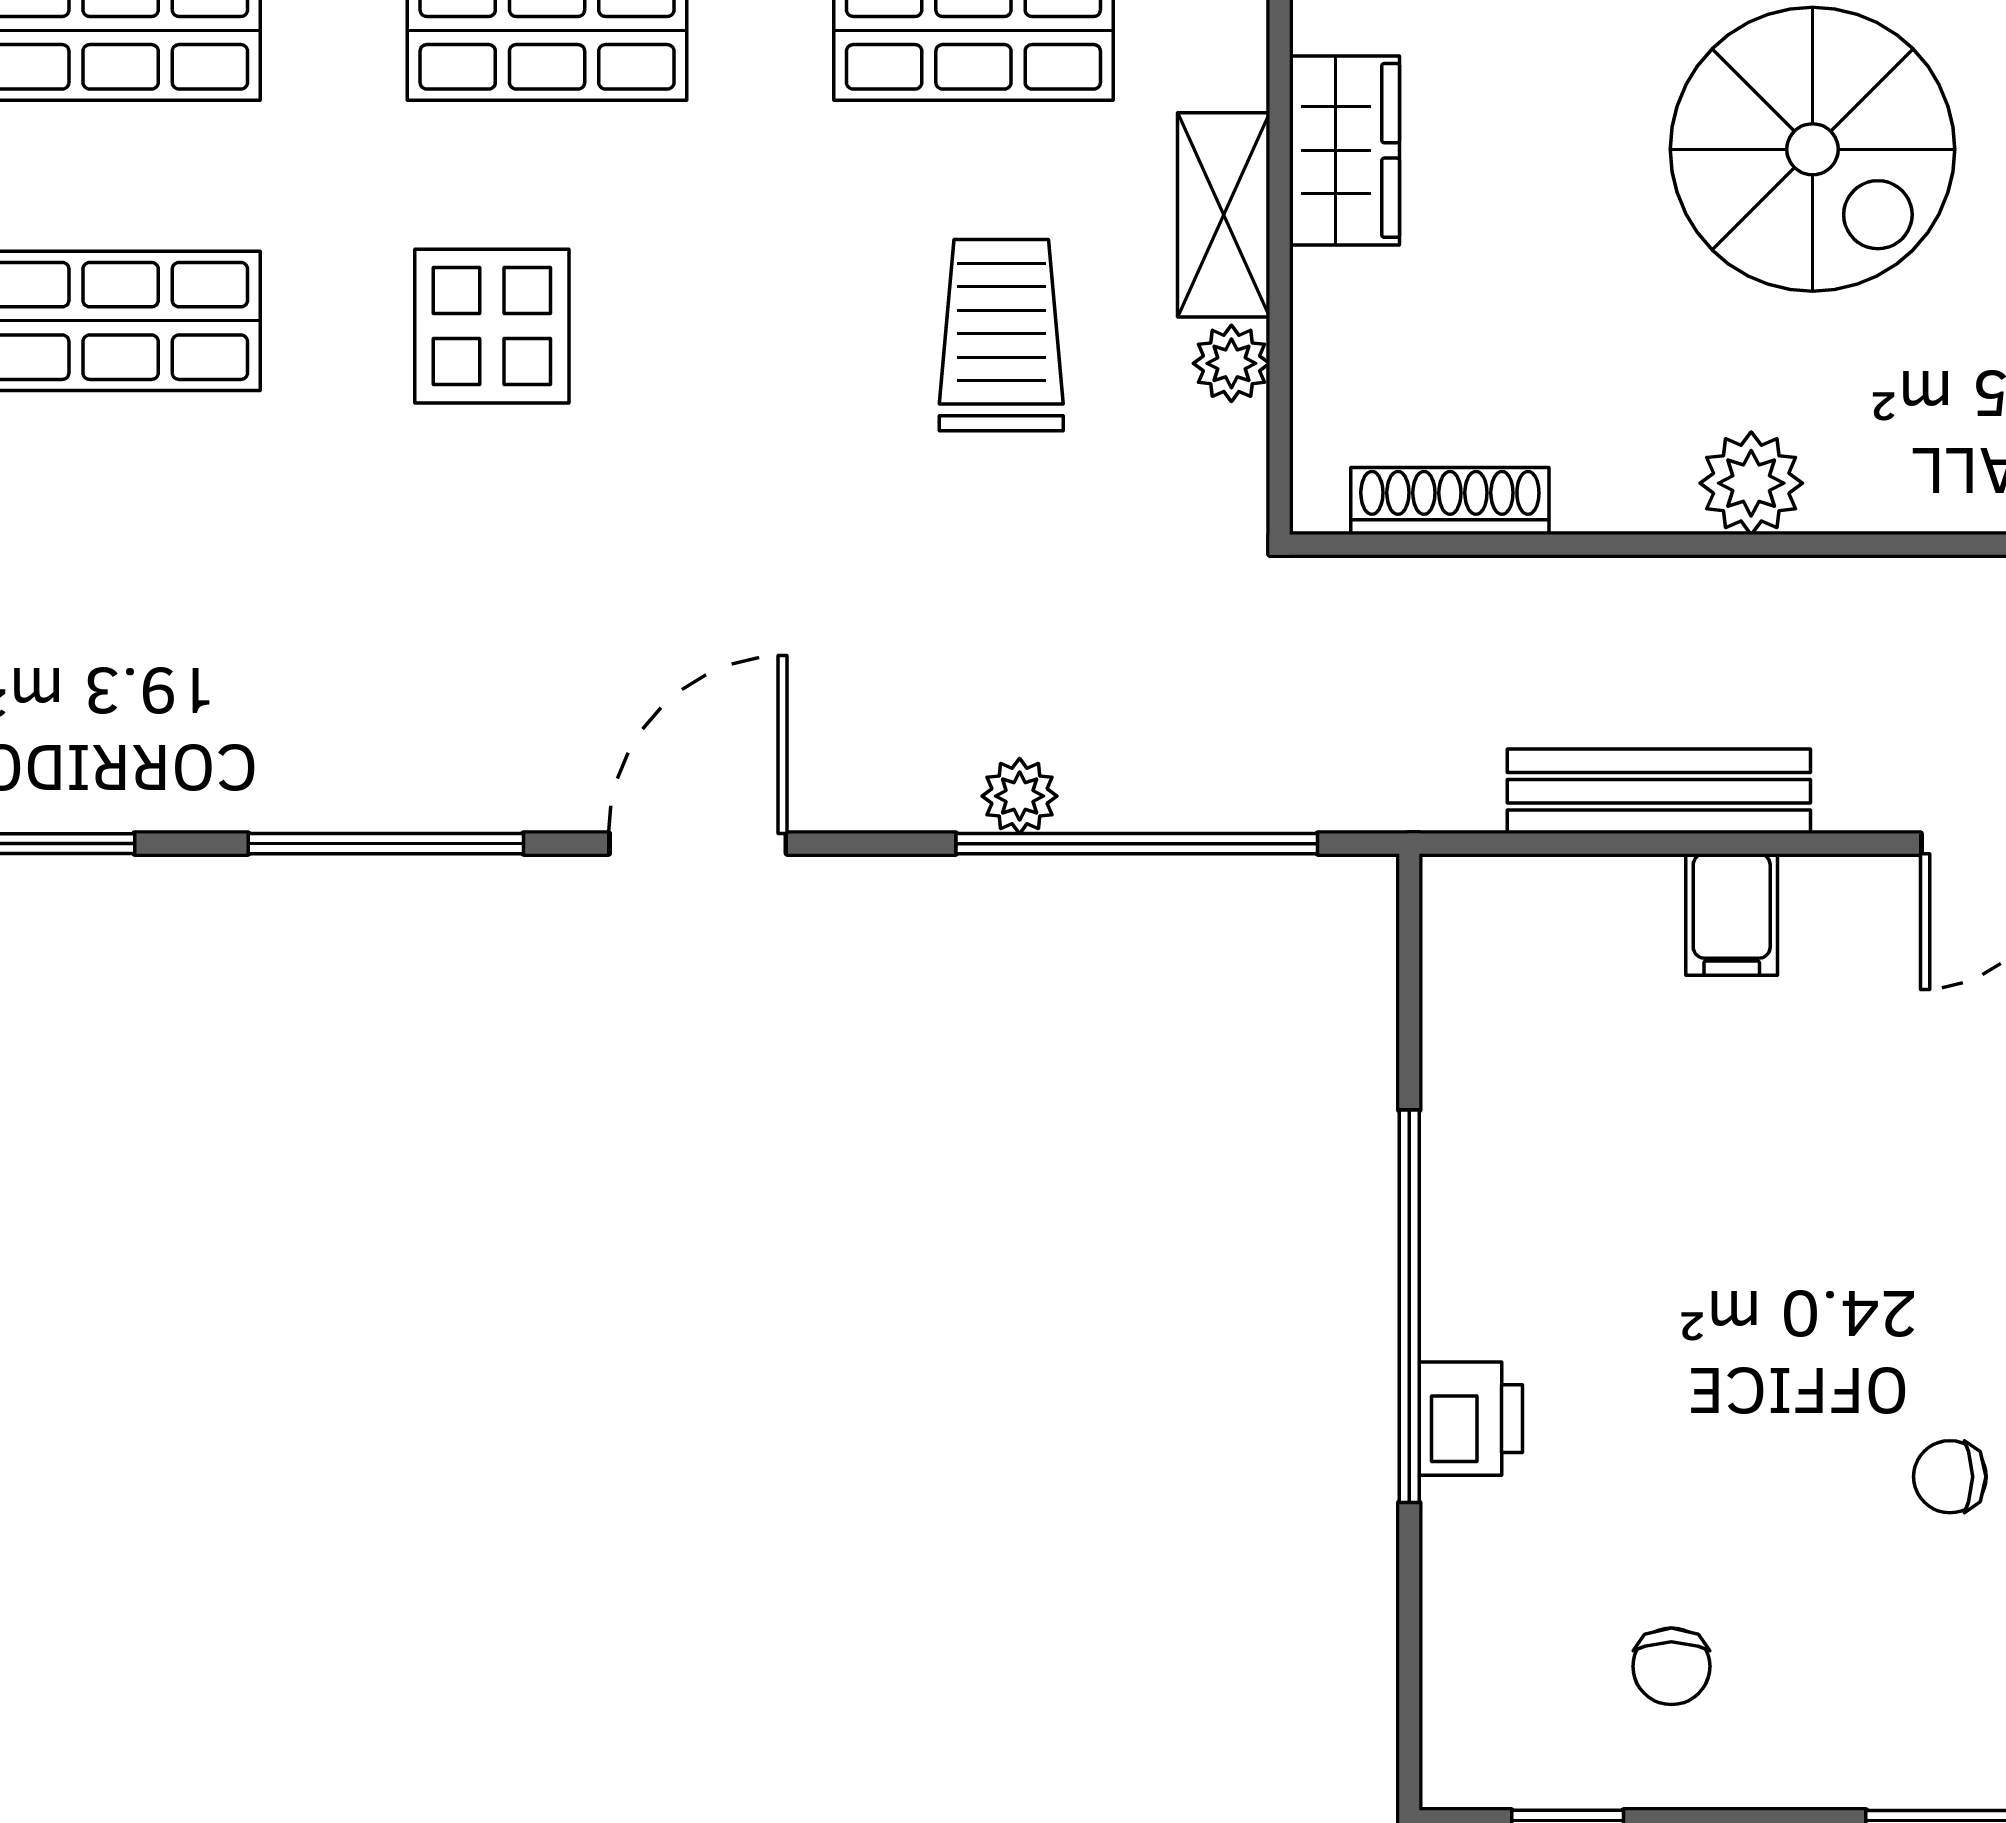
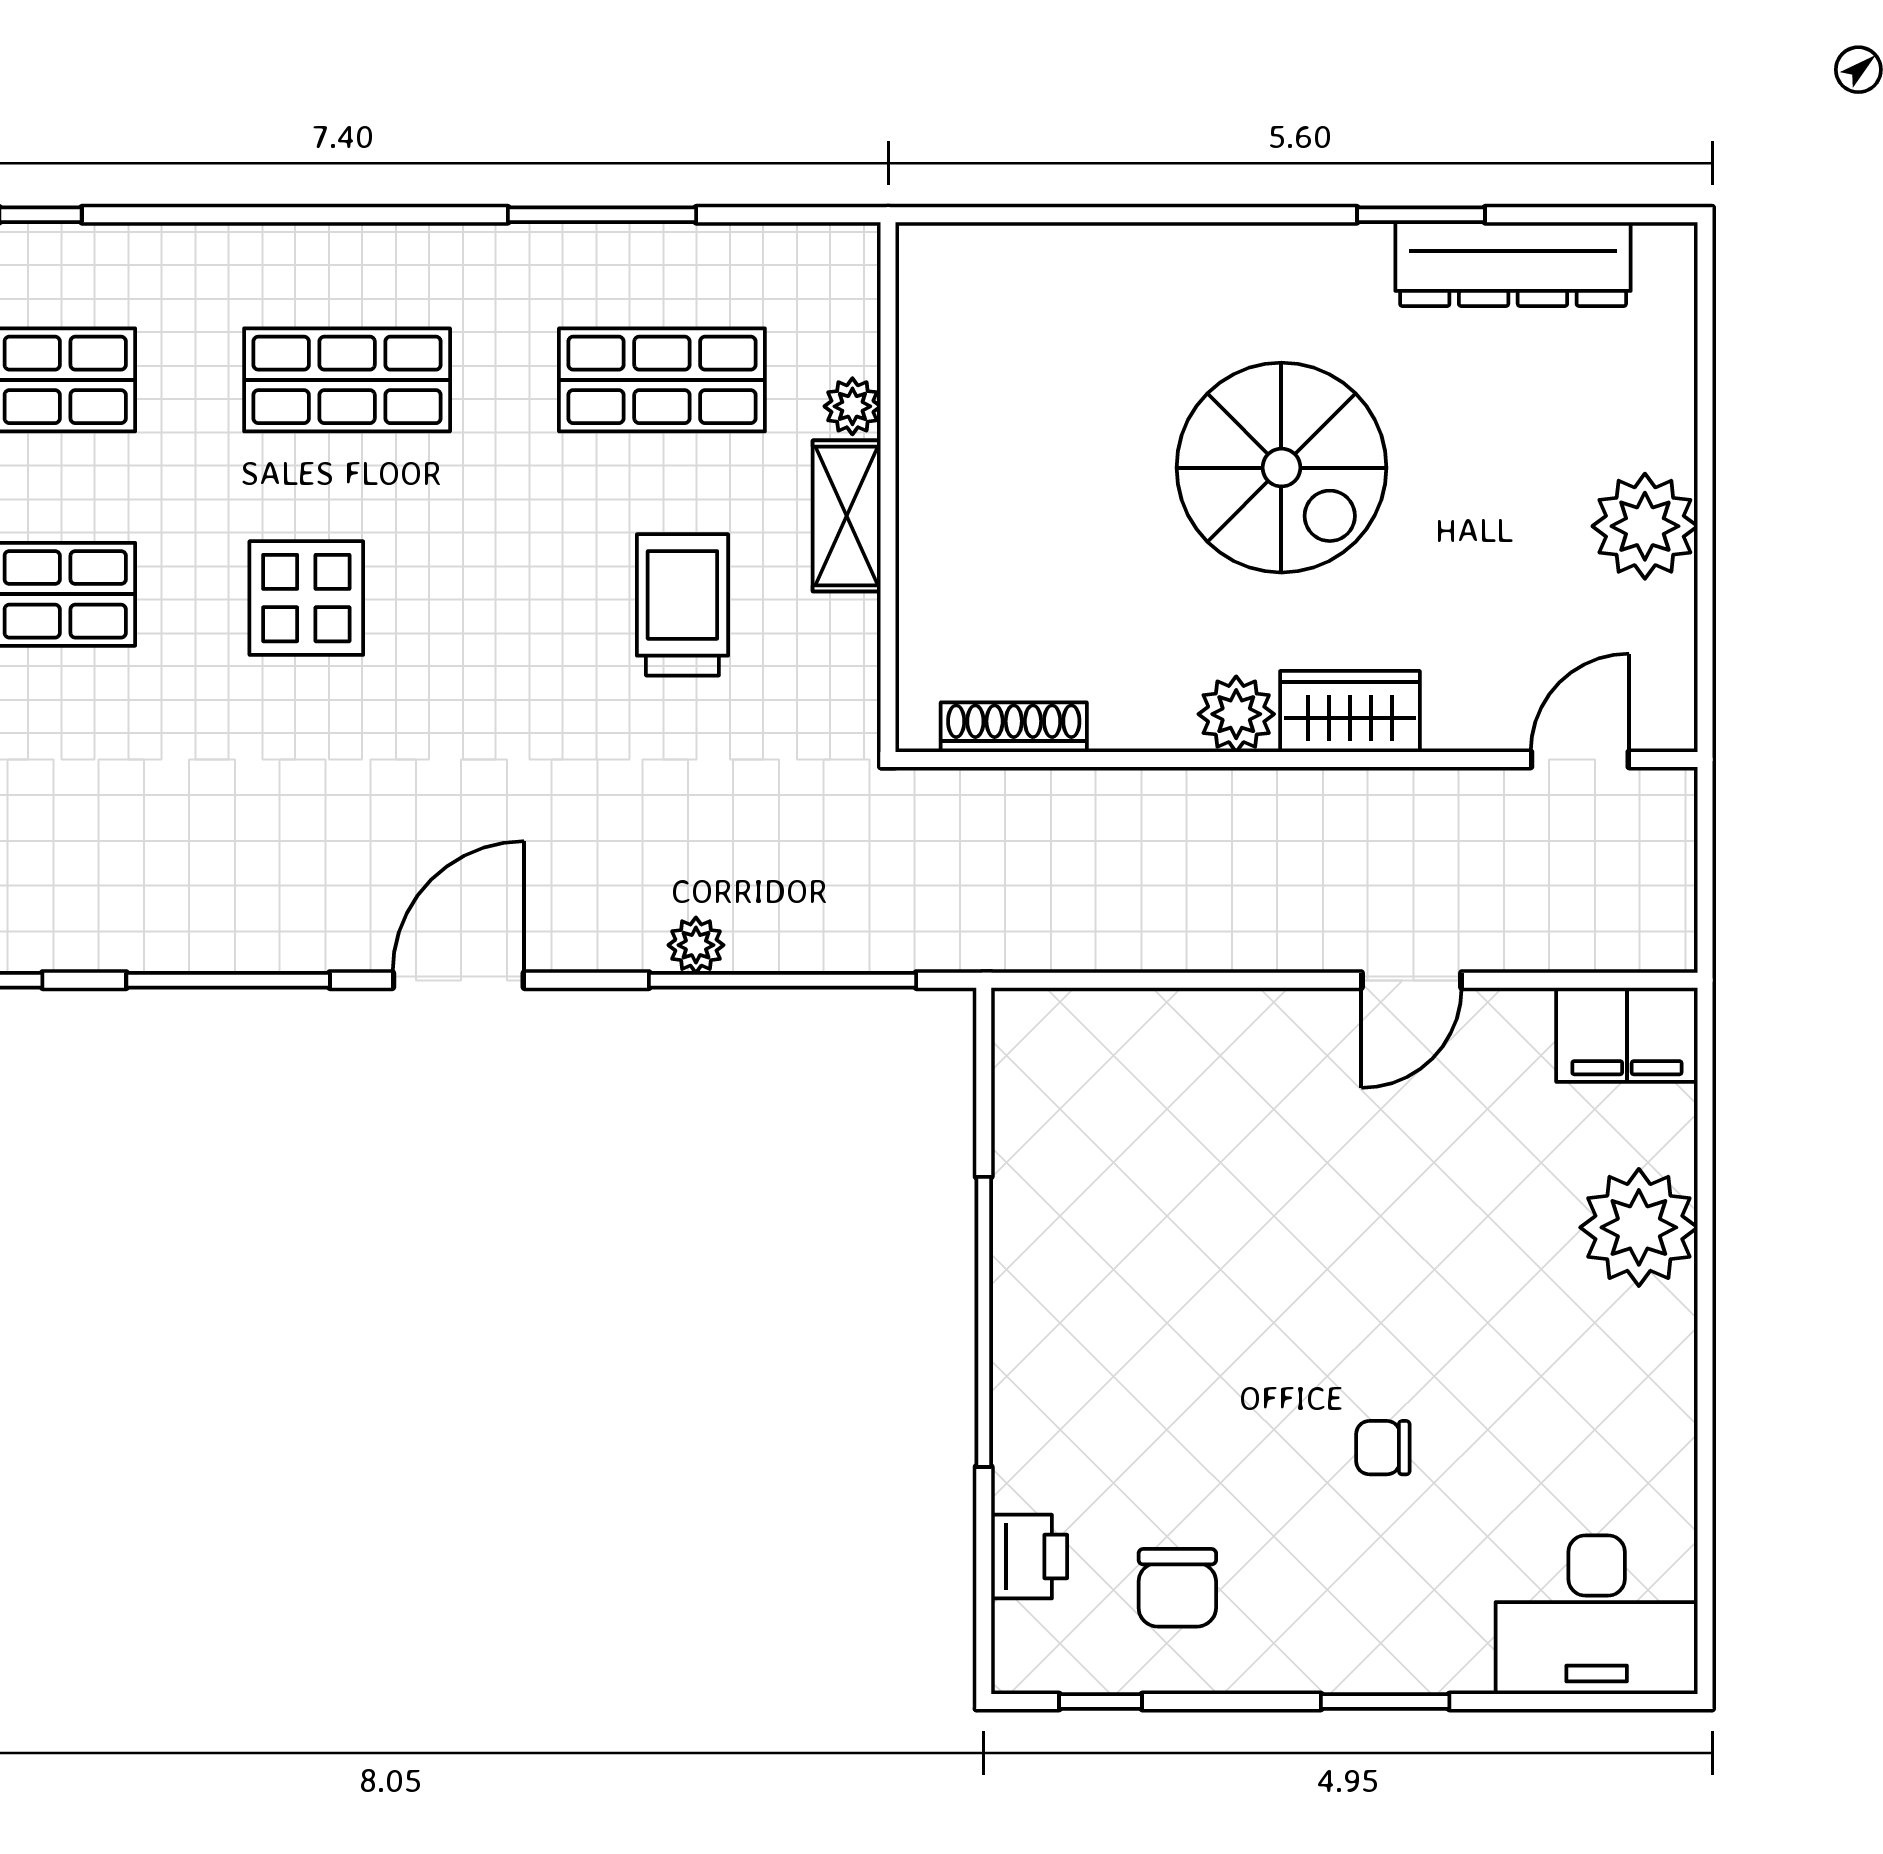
wardrobe: (1345, 150) -> (1350, 712), moved, turned -90
plant: (1231, 363) -> (852, 406), moved
bench: (1659, 791) -> (1168, 942), removed
filing cabinet: (1732, 914) -> (1222, 1033), removed
printer: (1471, 1419) -> (1029, 1557), moved
chair: (1671, 1666) -> (1177, 1588), width x1.37, depth x1.37

